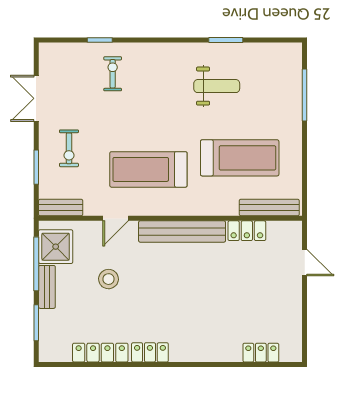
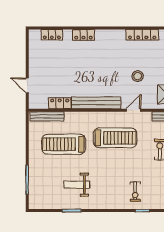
locker: (150, 352) -> (83, 35), moved

